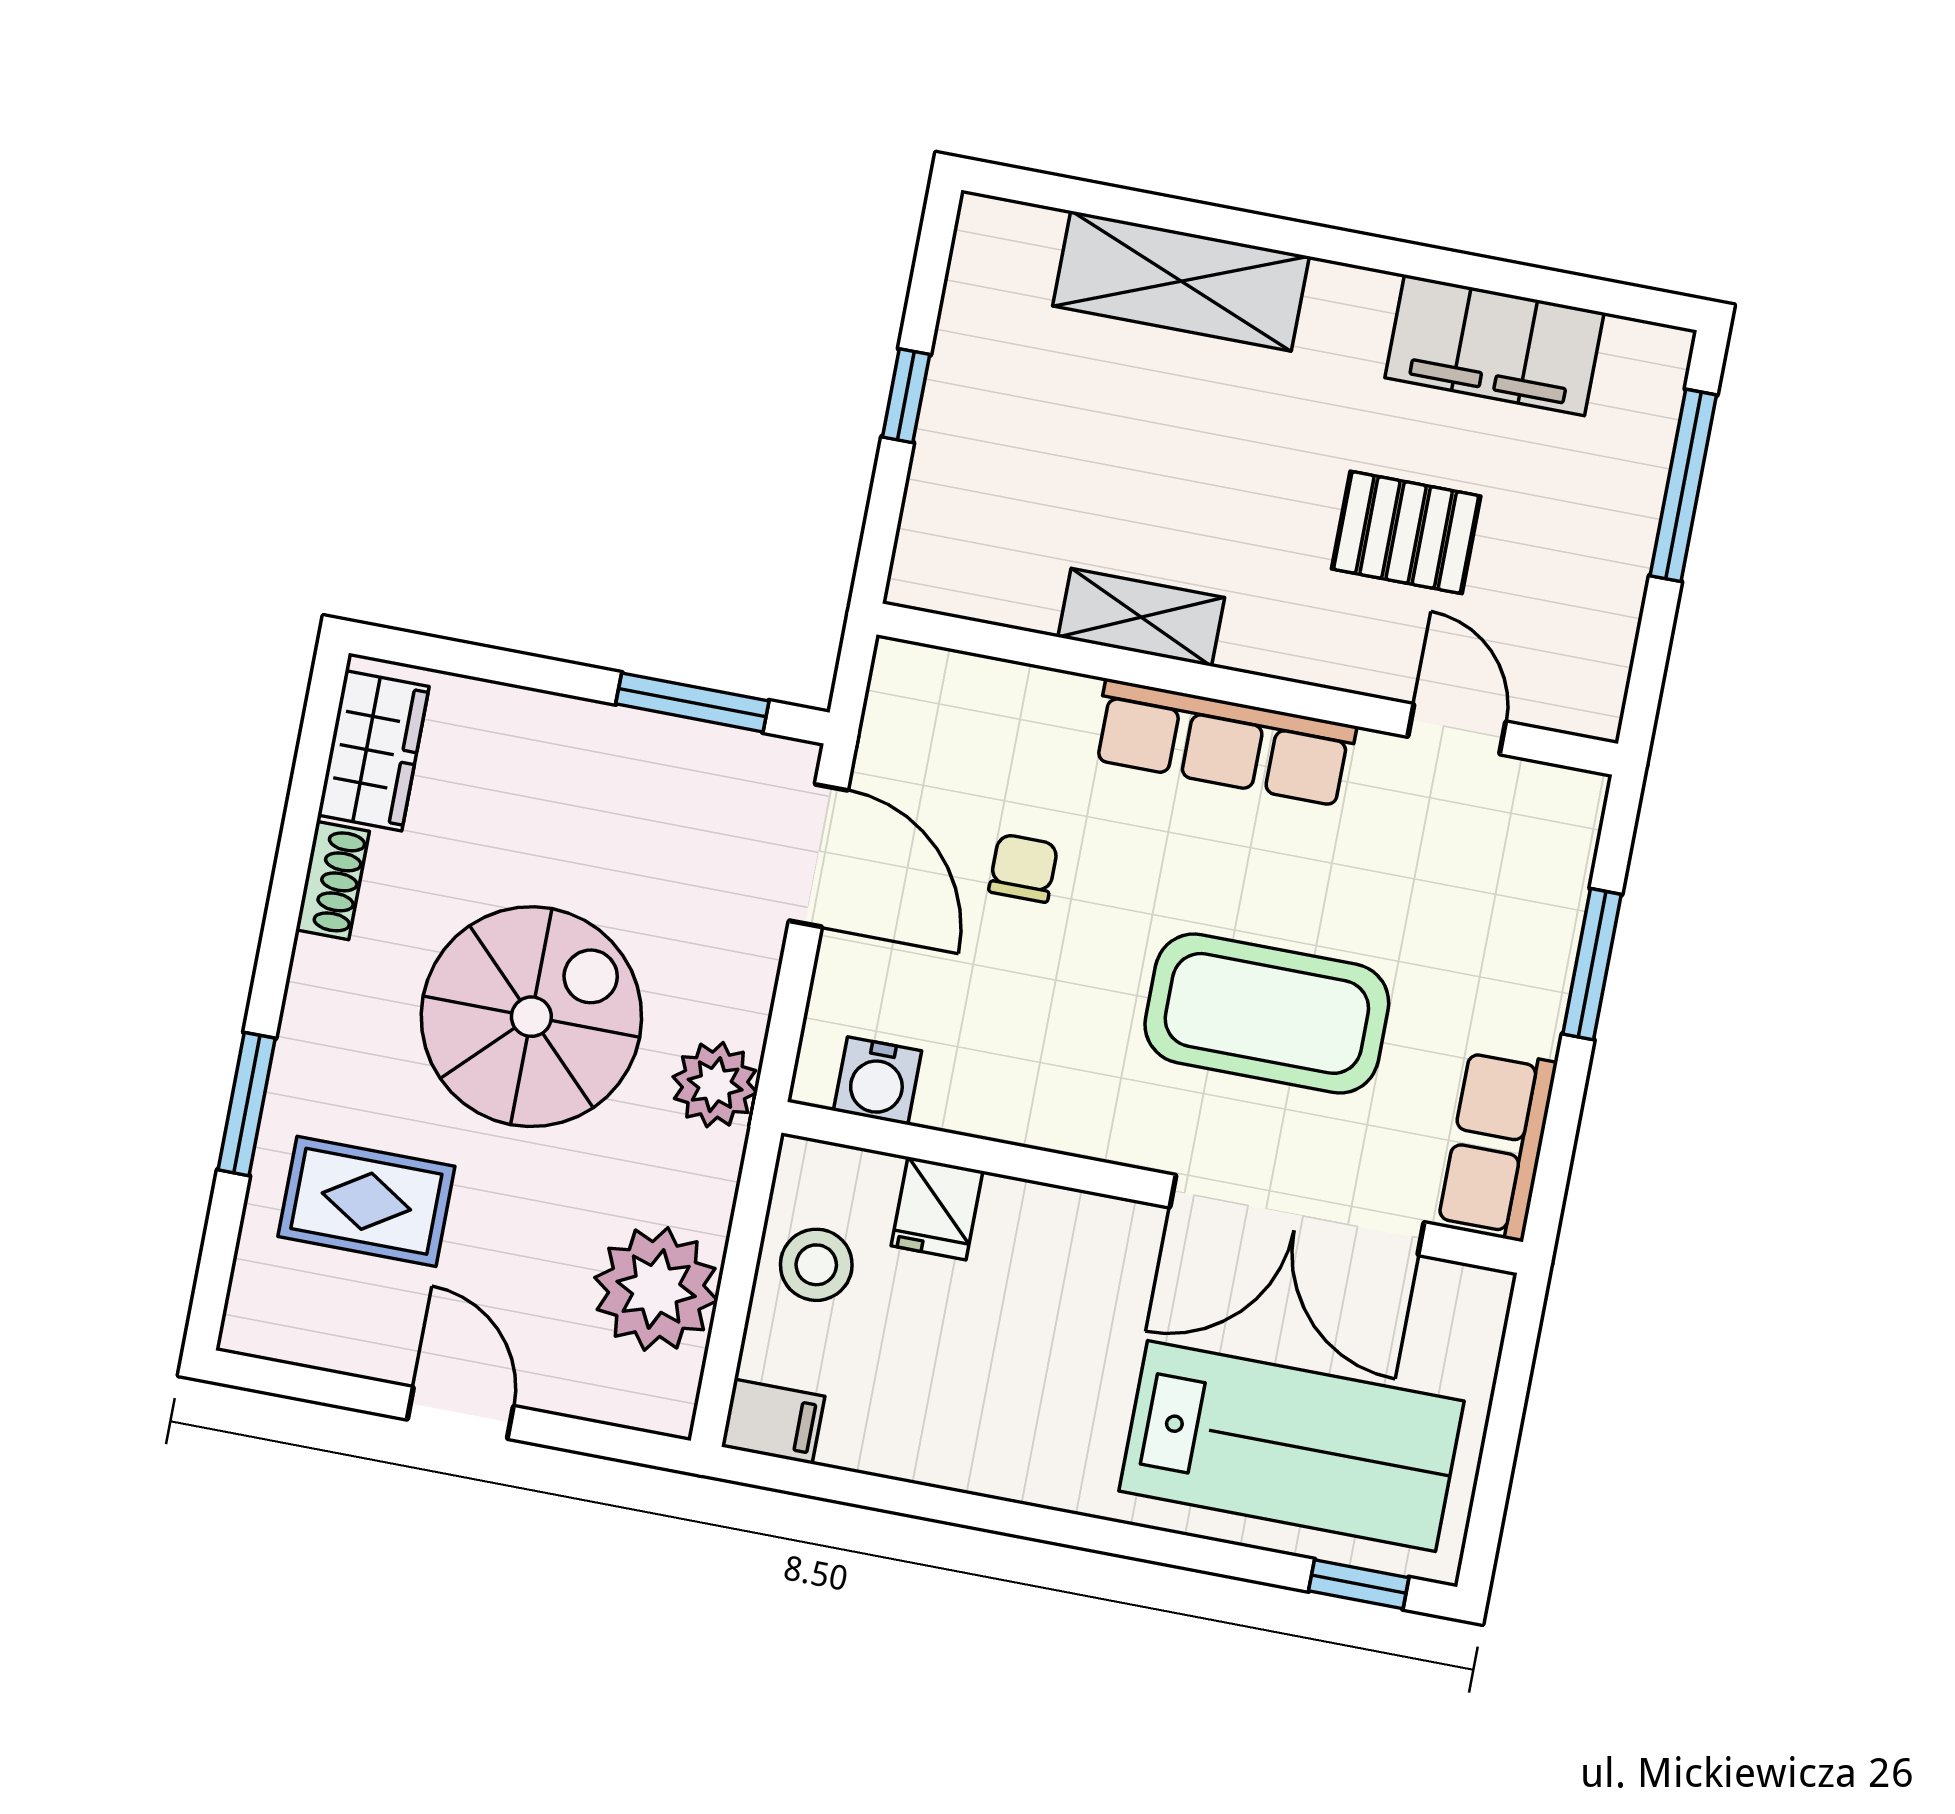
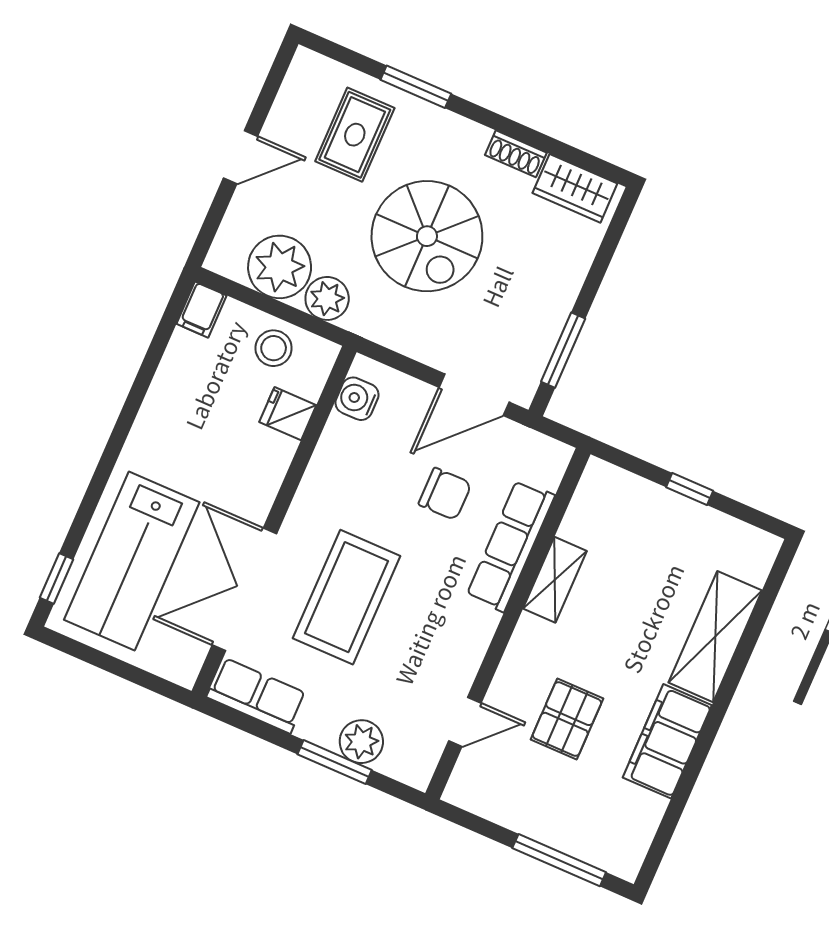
filing cabinet: (1495, 345) -> (667, 741), moved
row of seats: (1224, 743) -> (511, 546), moved
chair: (1023, 868) -> (445, 494), width x1.37, depth x1.37
plant: (1541, 921) -> (361, 742), added
plant: (715, 1085) -> (327, 298), moved

